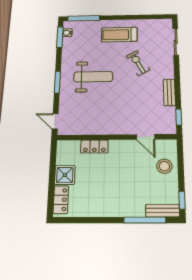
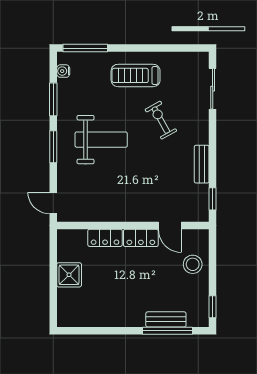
window: (60, 37) -> (53, 99), moved
locker: (61, 200) -> (141, 238), moved, turned 90
bench: (163, 211) -> (166, 319), moved

